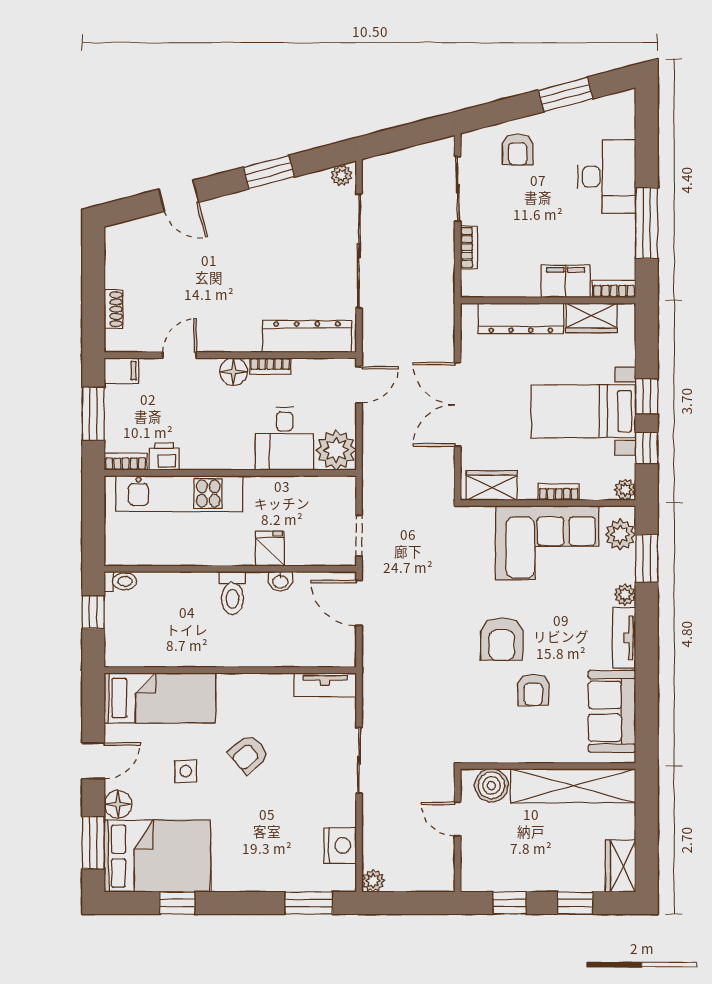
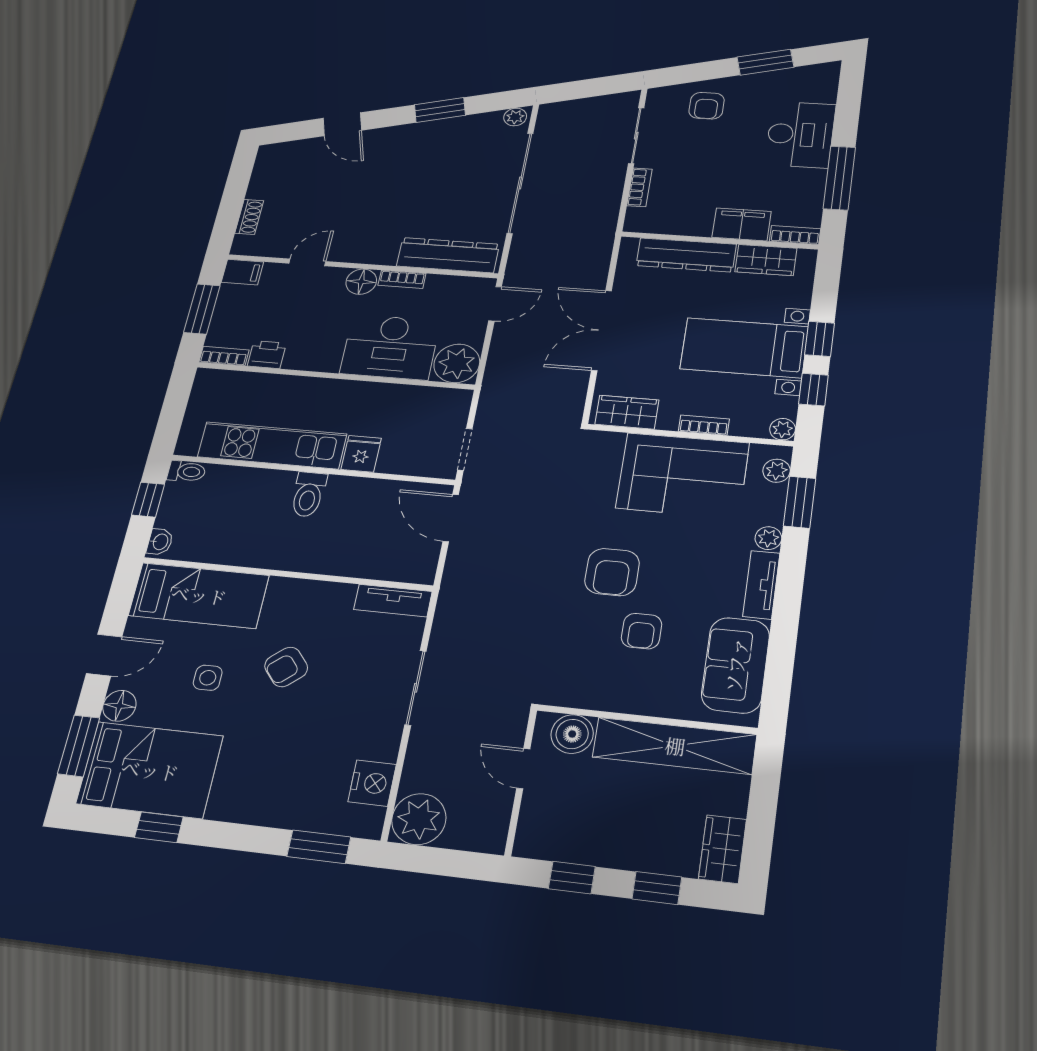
desk: (285, 439) -> (390, 347), width x1.37
kitchen unit: (179, 493) -> (272, 445), moved, turned 180
plant: (620, 535) -> (777, 471), width x0.73, depth x0.73
washbasin: (280, 581) -> (160, 542), moved, turned -90
plant: (373, 881) -> (419, 819), width x1.87, depth x1.87

